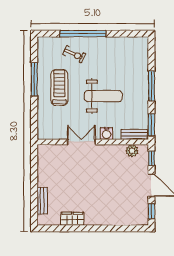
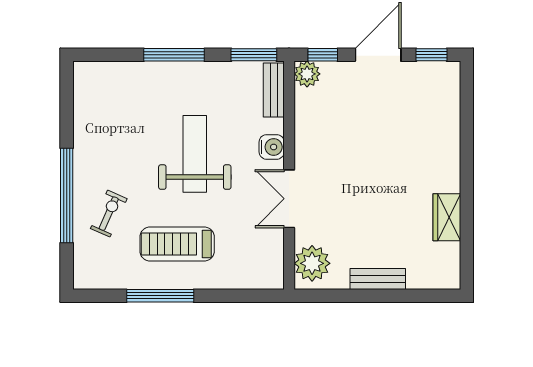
plant: (132, 151) -> (307, 74), moved
plant: (50, 153) -> (312, 263), added
bench: (42, 201) -> (378, 279), moved

